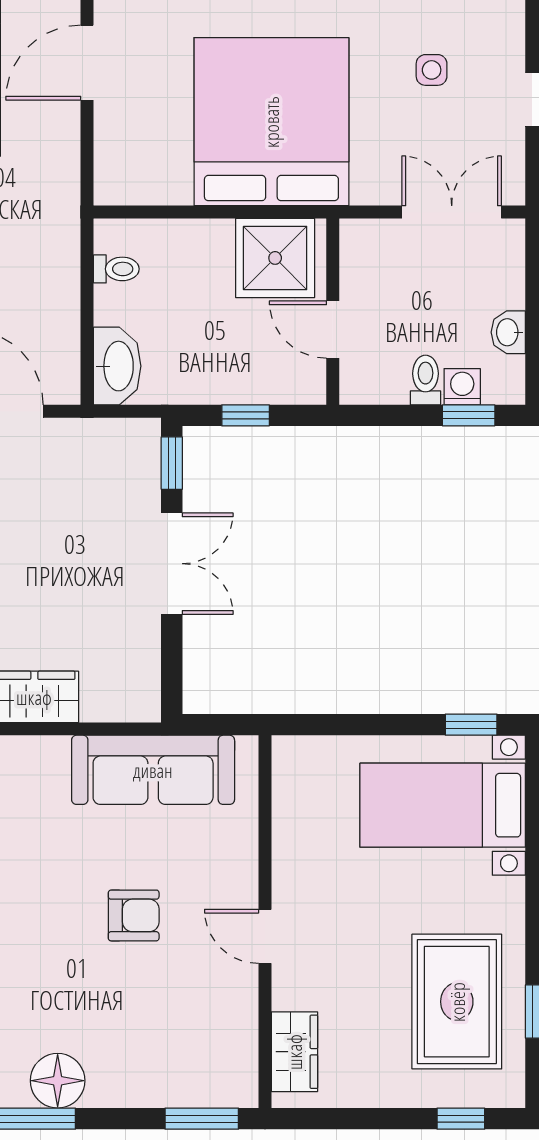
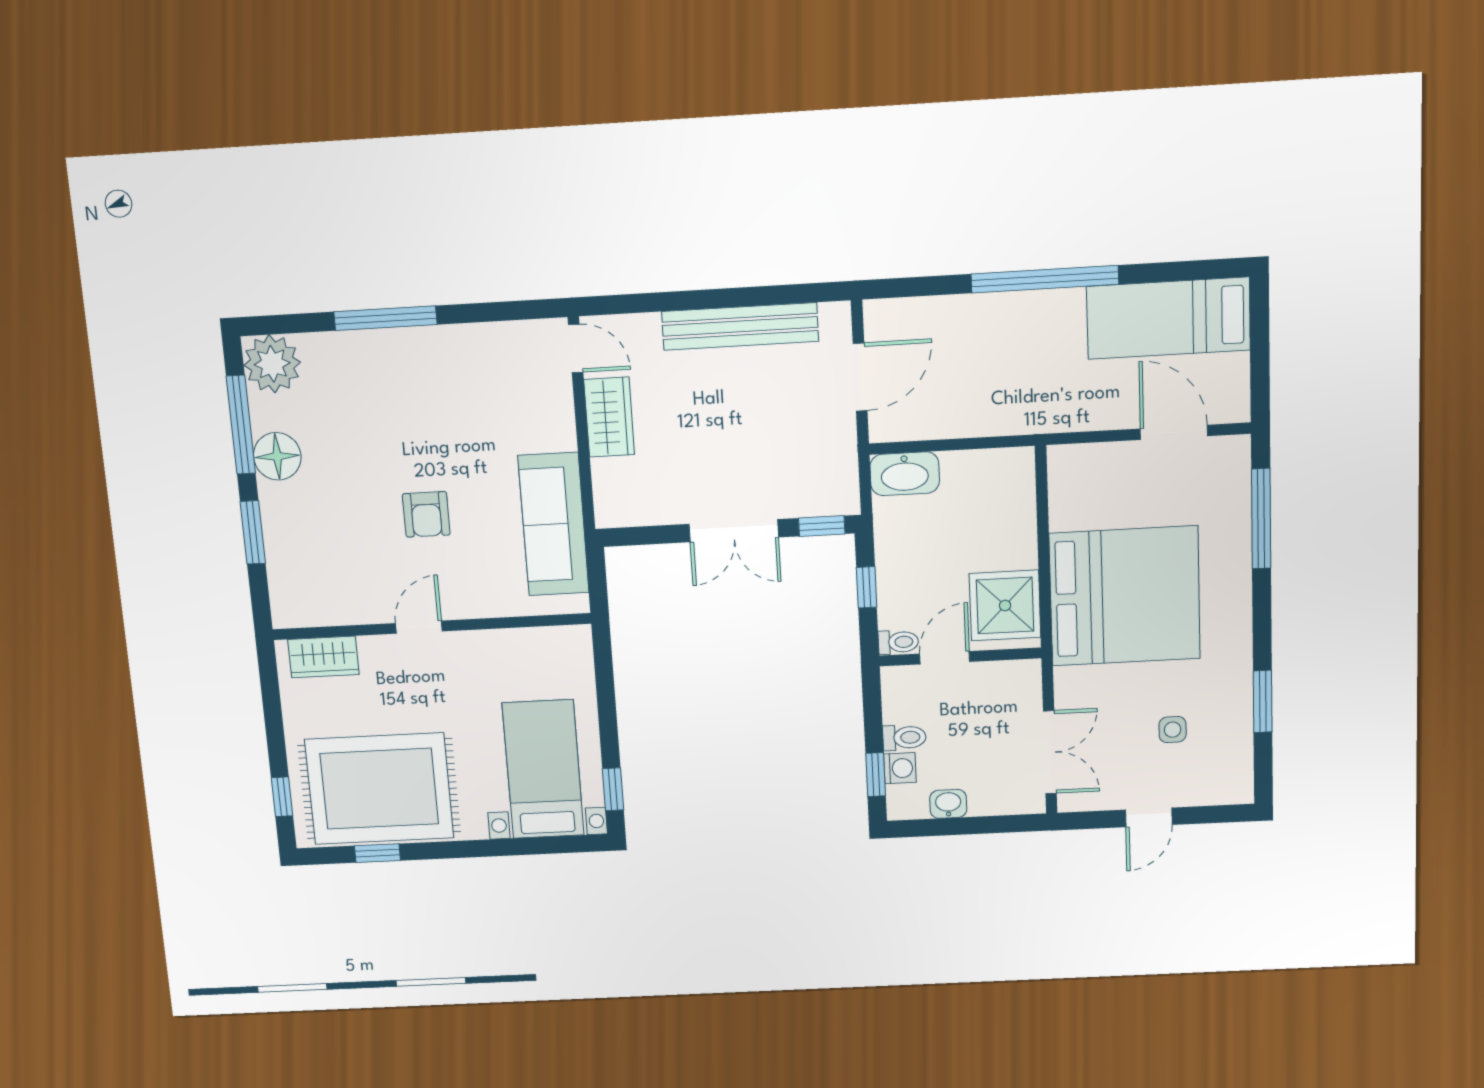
toilet: (116, 269) -> (898, 642), moved, turned -90
rug: (457, 1002) -> (379, 789), width x1.37, depth x1.44
window: (202, 1119) -> (253, 532), moved

